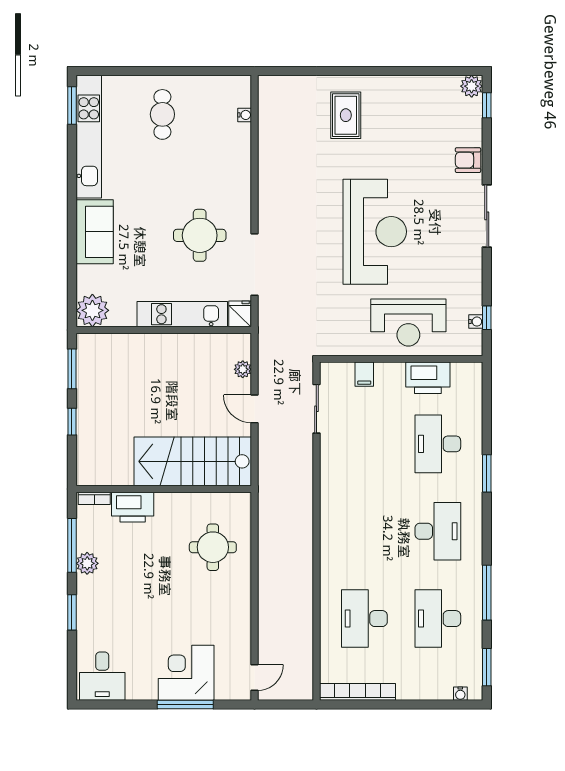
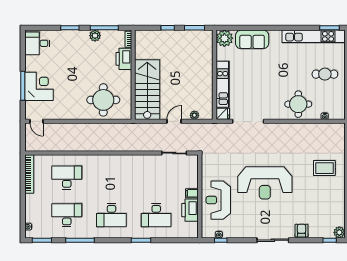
sofa: (95, 232) -> (252, 39), moved
round table: (200, 235) -> (298, 104), moved
filing cabinet: (364, 374) -> (192, 193), moved
desk: (438, 444) -> (156, 215), turned 180
round table: (213, 547) -> (103, 100), width x1.36, depth x1.36

